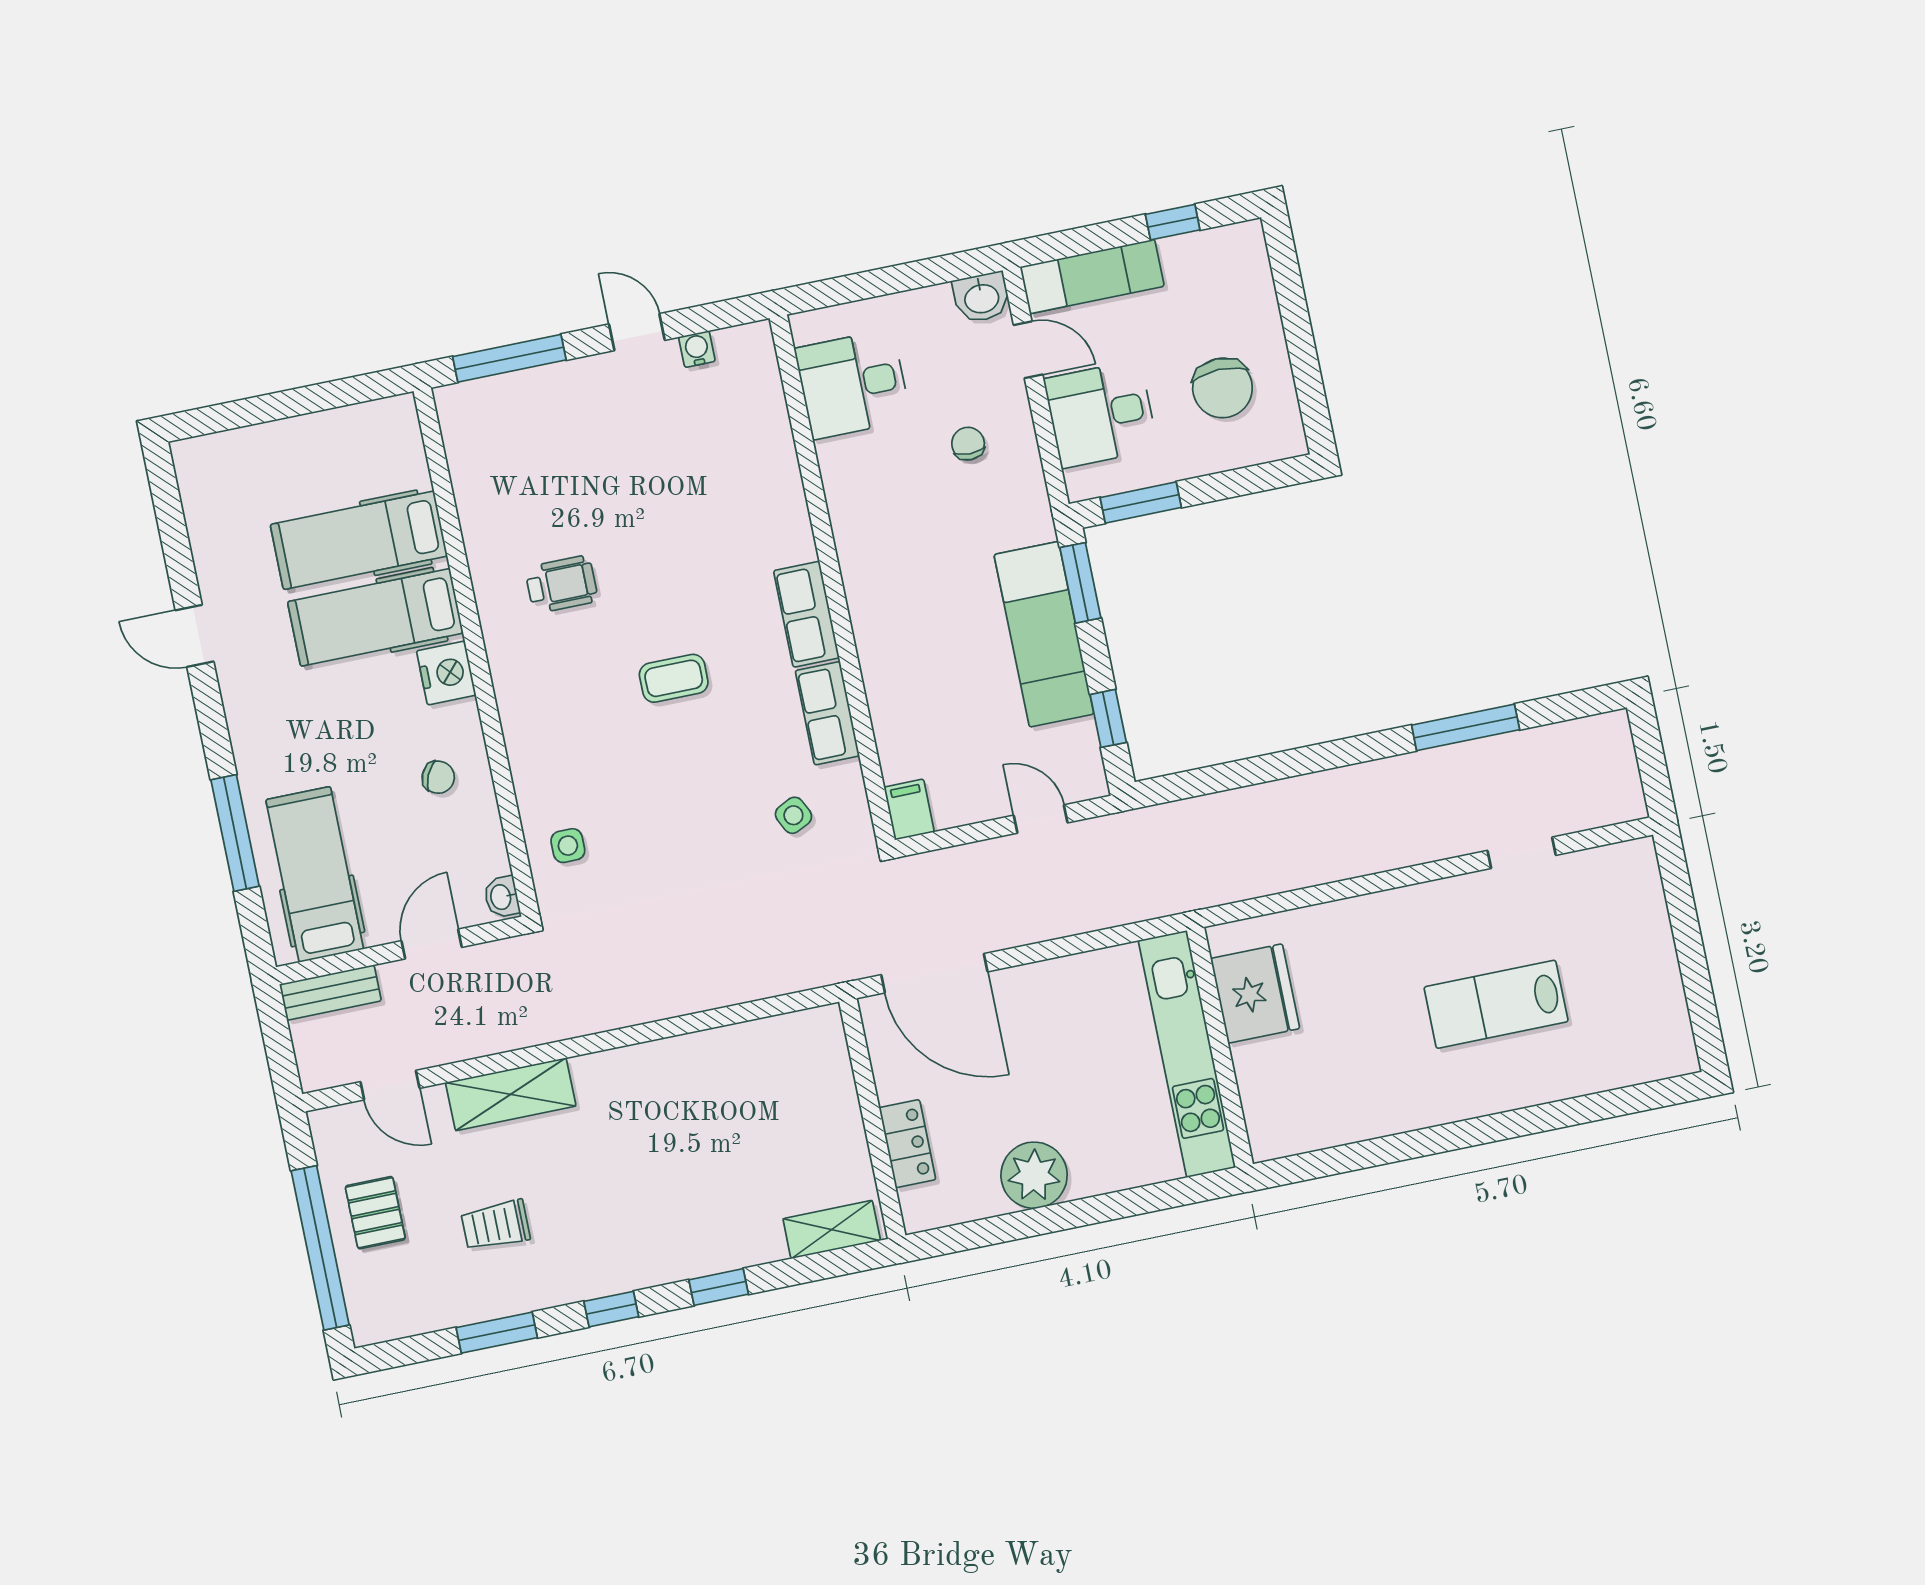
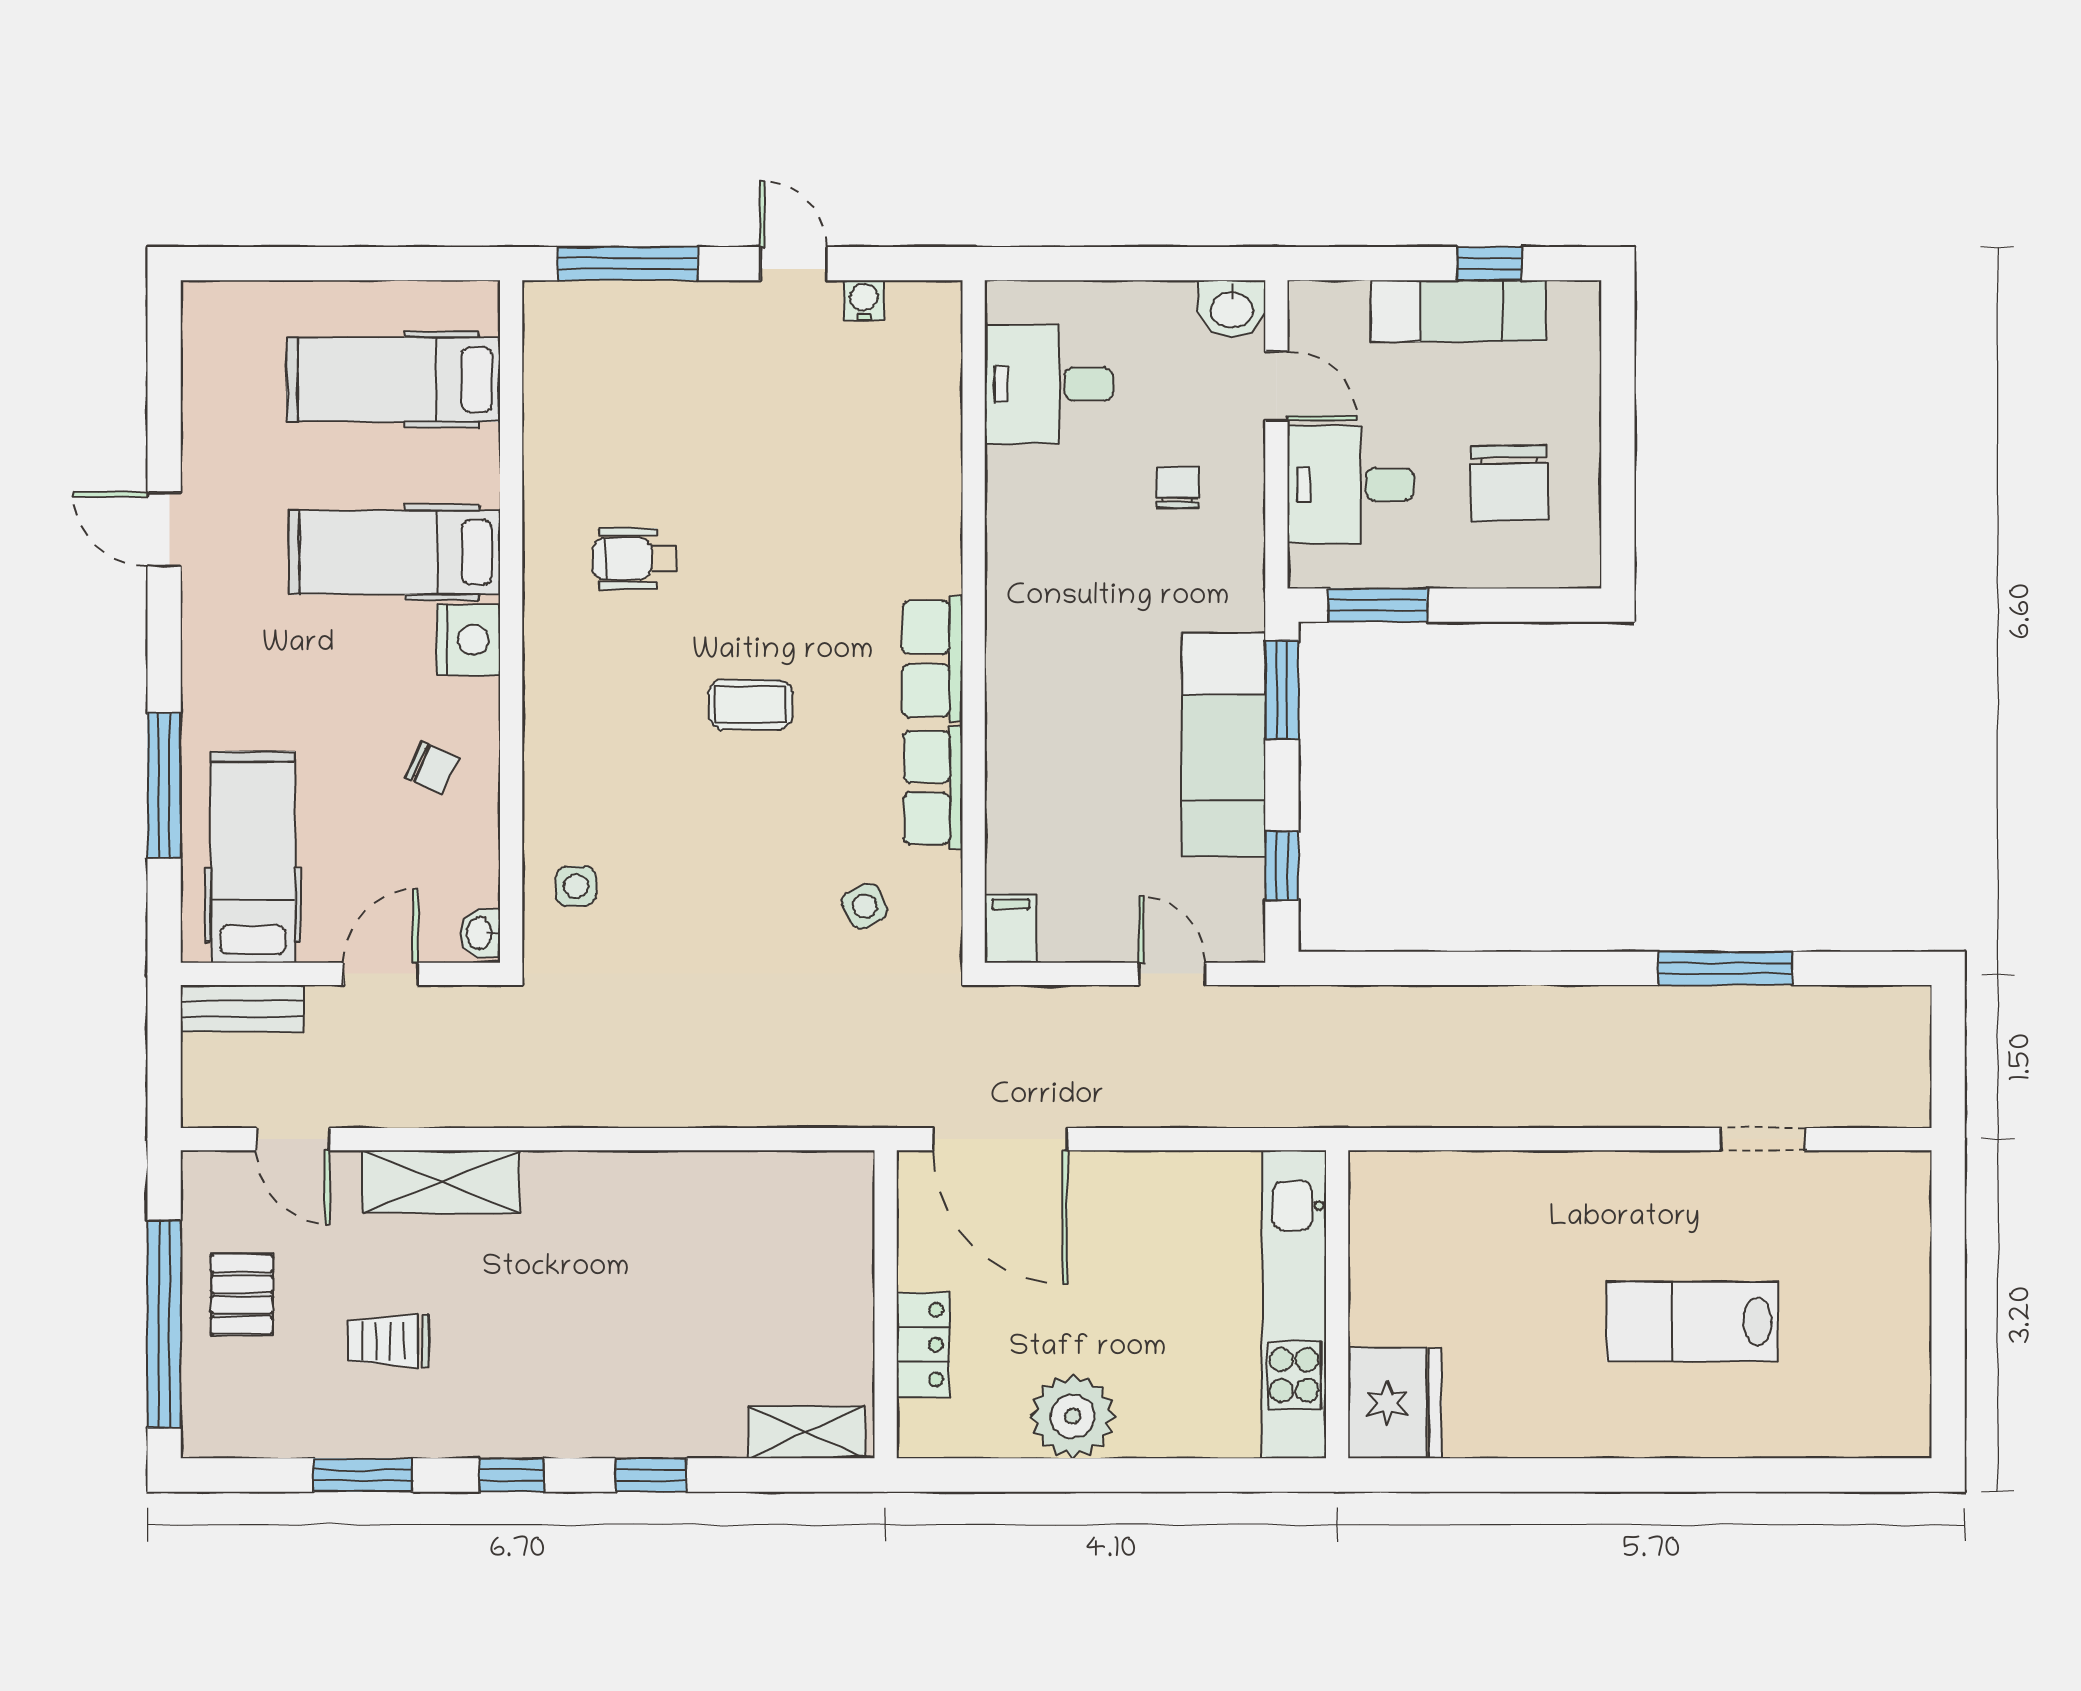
exam couch: (1092, 276) -> (1459, 311), moved
hospital bed: (359, 540) -> (393, 380), moved
wheelchair: (561, 584) -> (635, 559), turned 180
fridge: (1255, 994) -> (1395, 1403), moved

